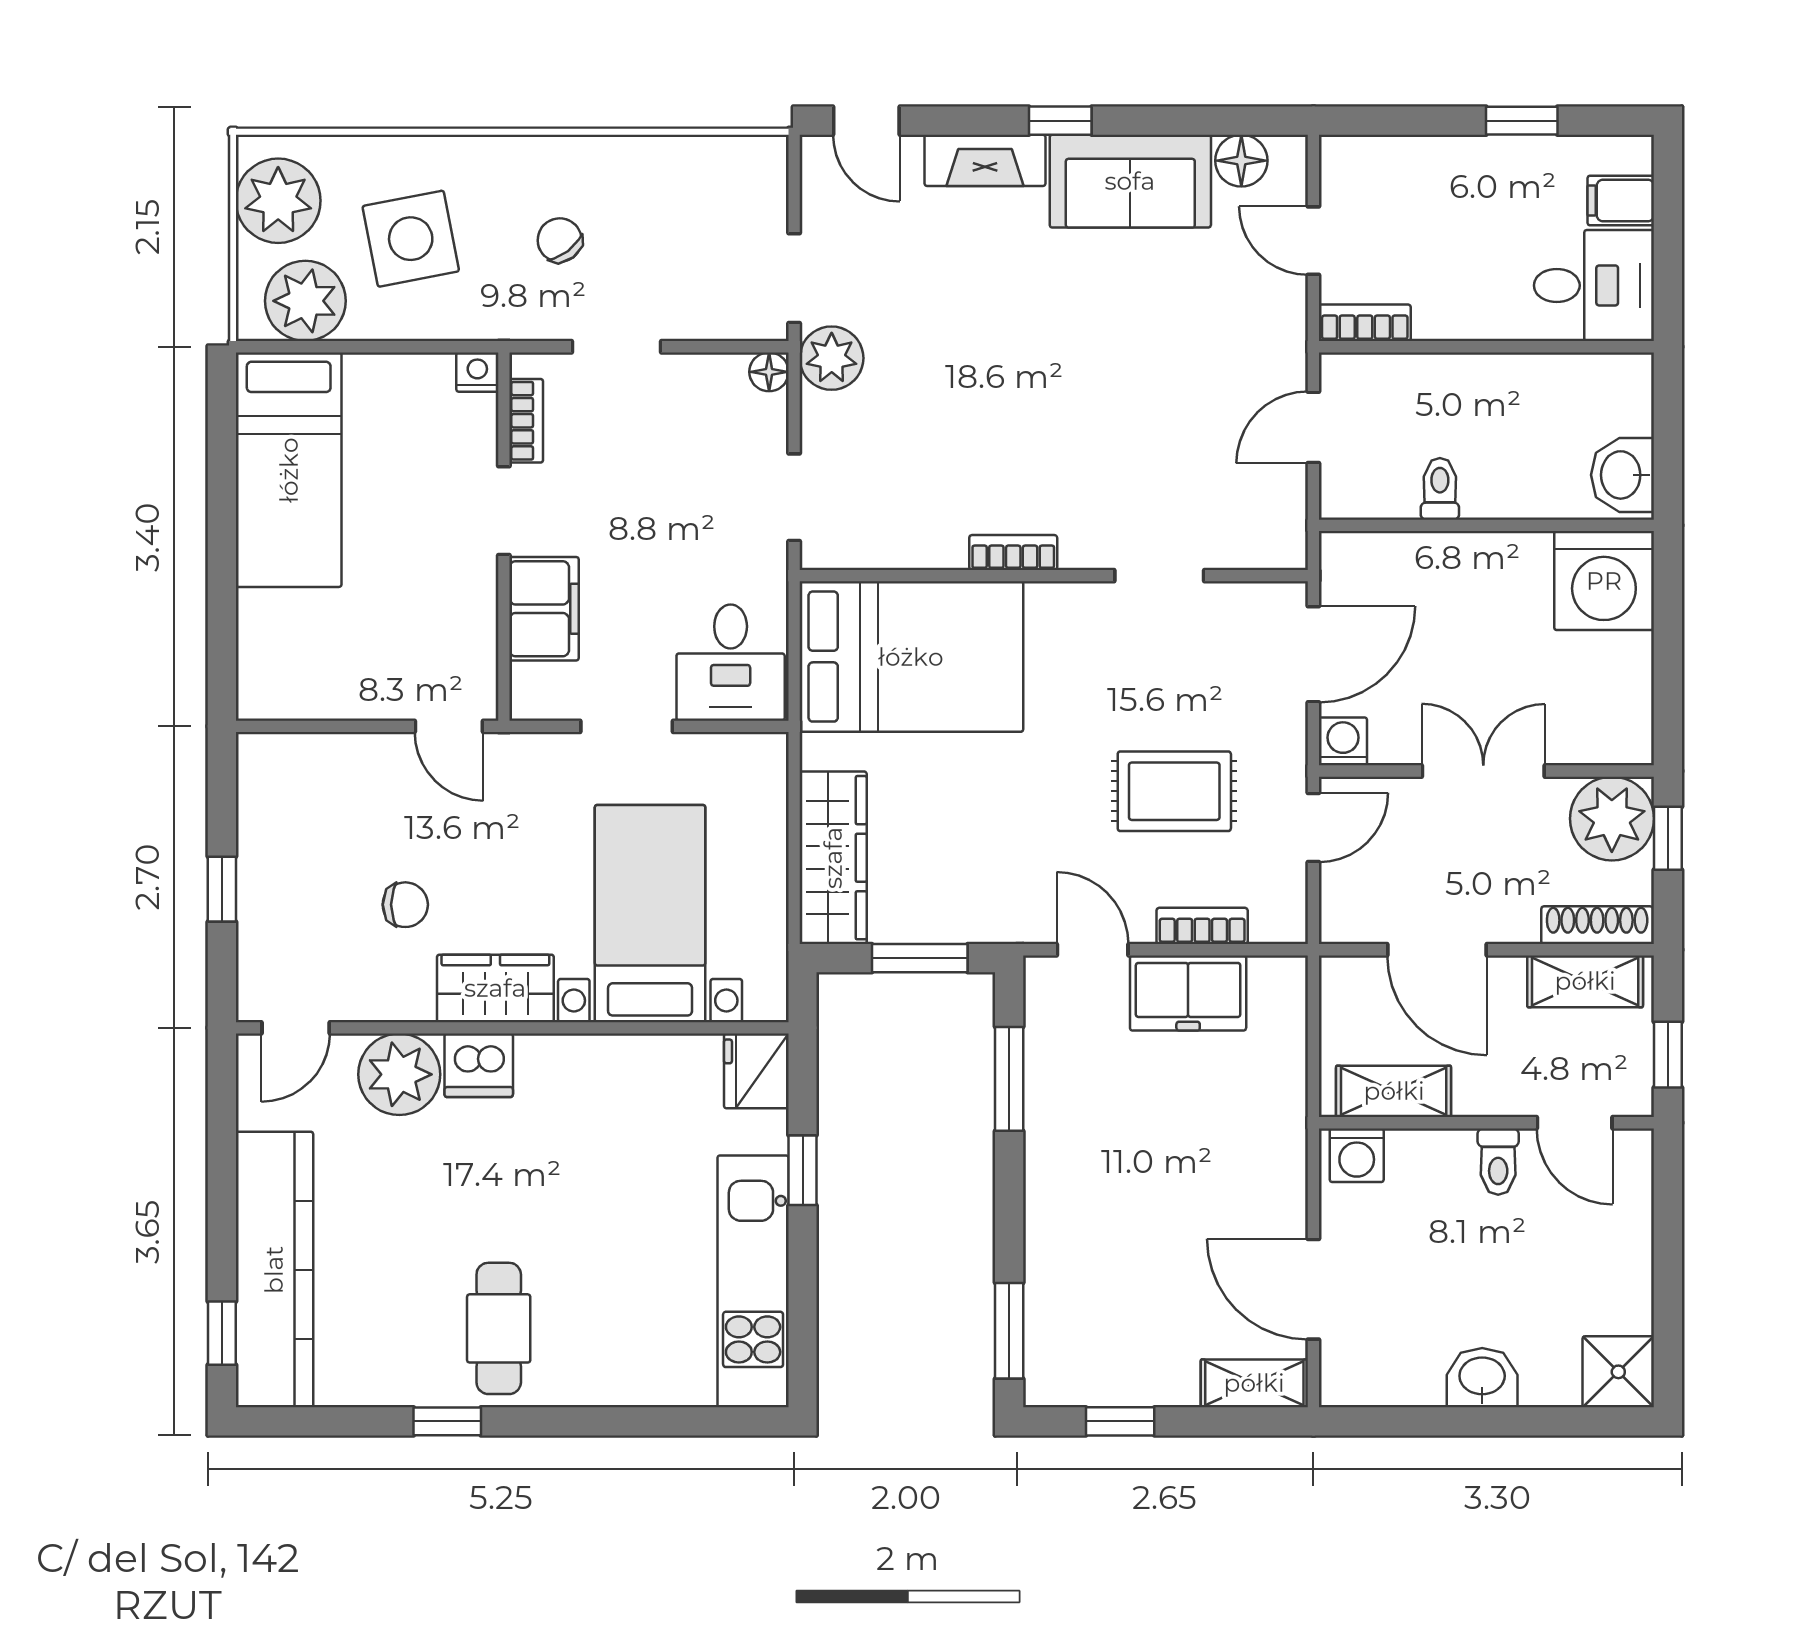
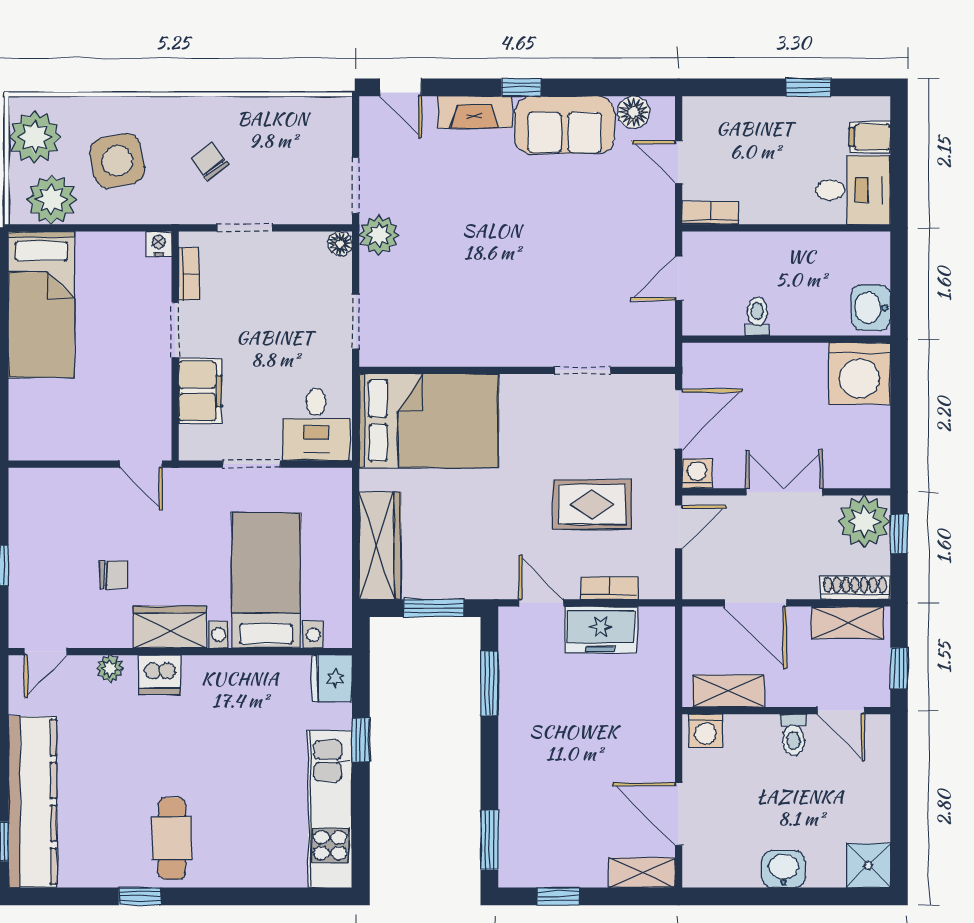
bookcase: (1013, 552) -> (492, 356), removed
plant: (399, 1074) -> (110, 669), width x0.53, depth x0.53

